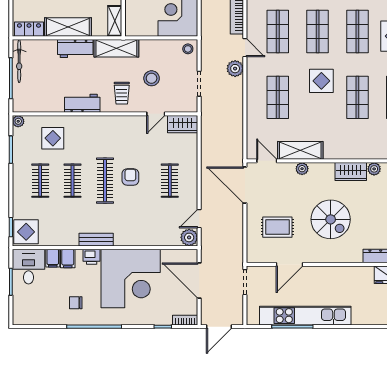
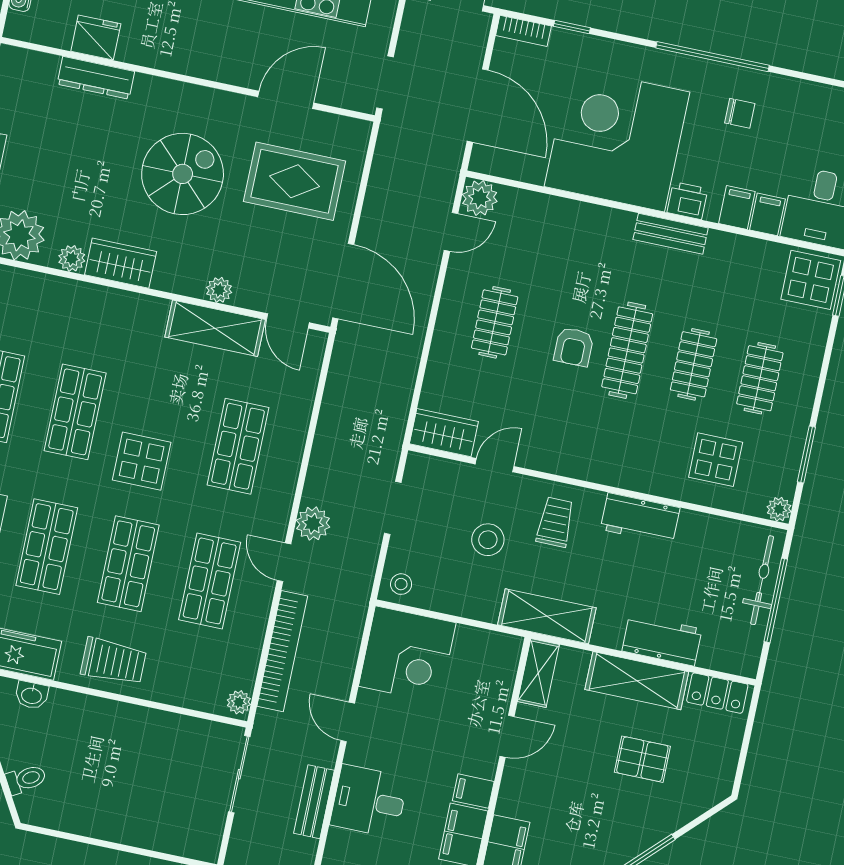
workbench: (75, 49) -> (662, 640), moved
bicycle: (19, 61) -> (762, 580), moved
spiral stairs: (331, 219) -> (183, 174), turned 90
rug: (277, 227) -> (295, 181), width x1.36, depth x1.43

